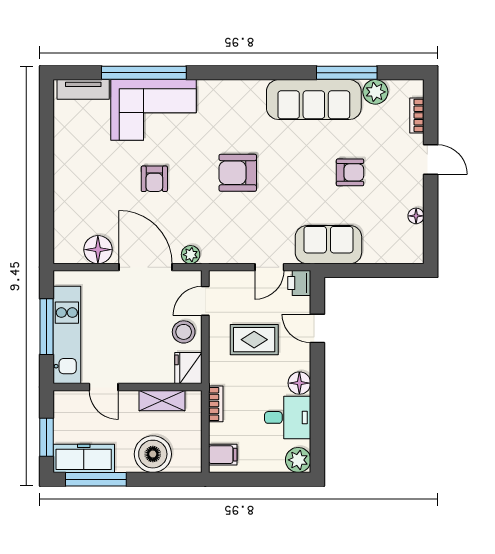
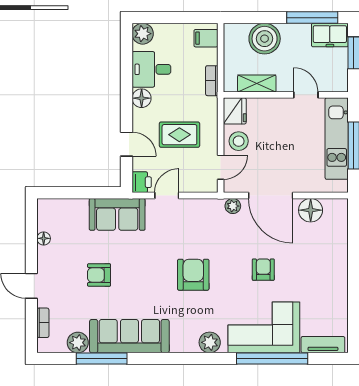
plant: (218, 92) -> (210, 342), added
armchair: (238, 173) -> (193, 275), turned -90
freezer: (84, 458) -> (330, 35), width x0.71

